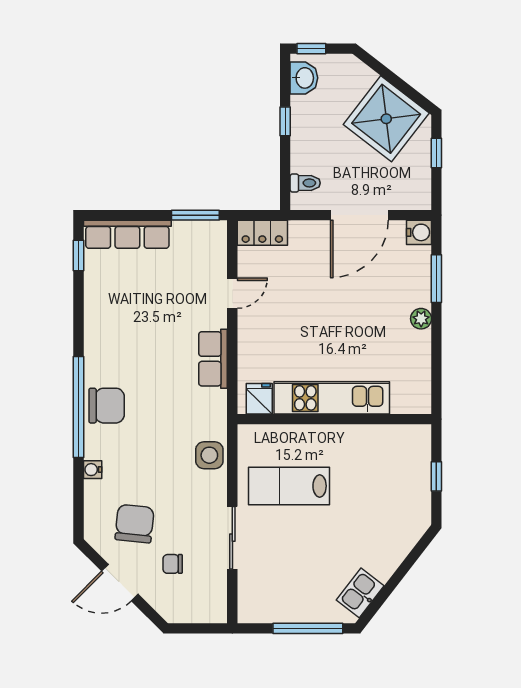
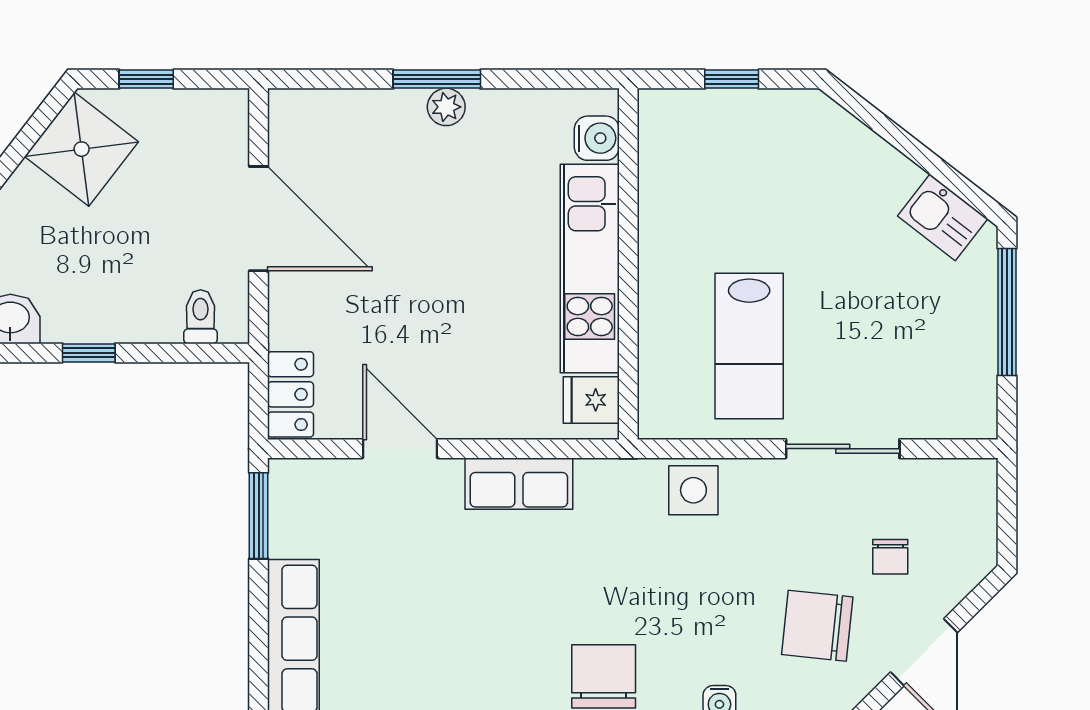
shower: (386, 119) -> (82, 149), width x0.73, depth x0.73
water cooler: (419, 232) -> (597, 138), moved, turned 90
window: (436, 279) -> (437, 79), moved
door: (232, 293) -> (400, 449), width x1.38

